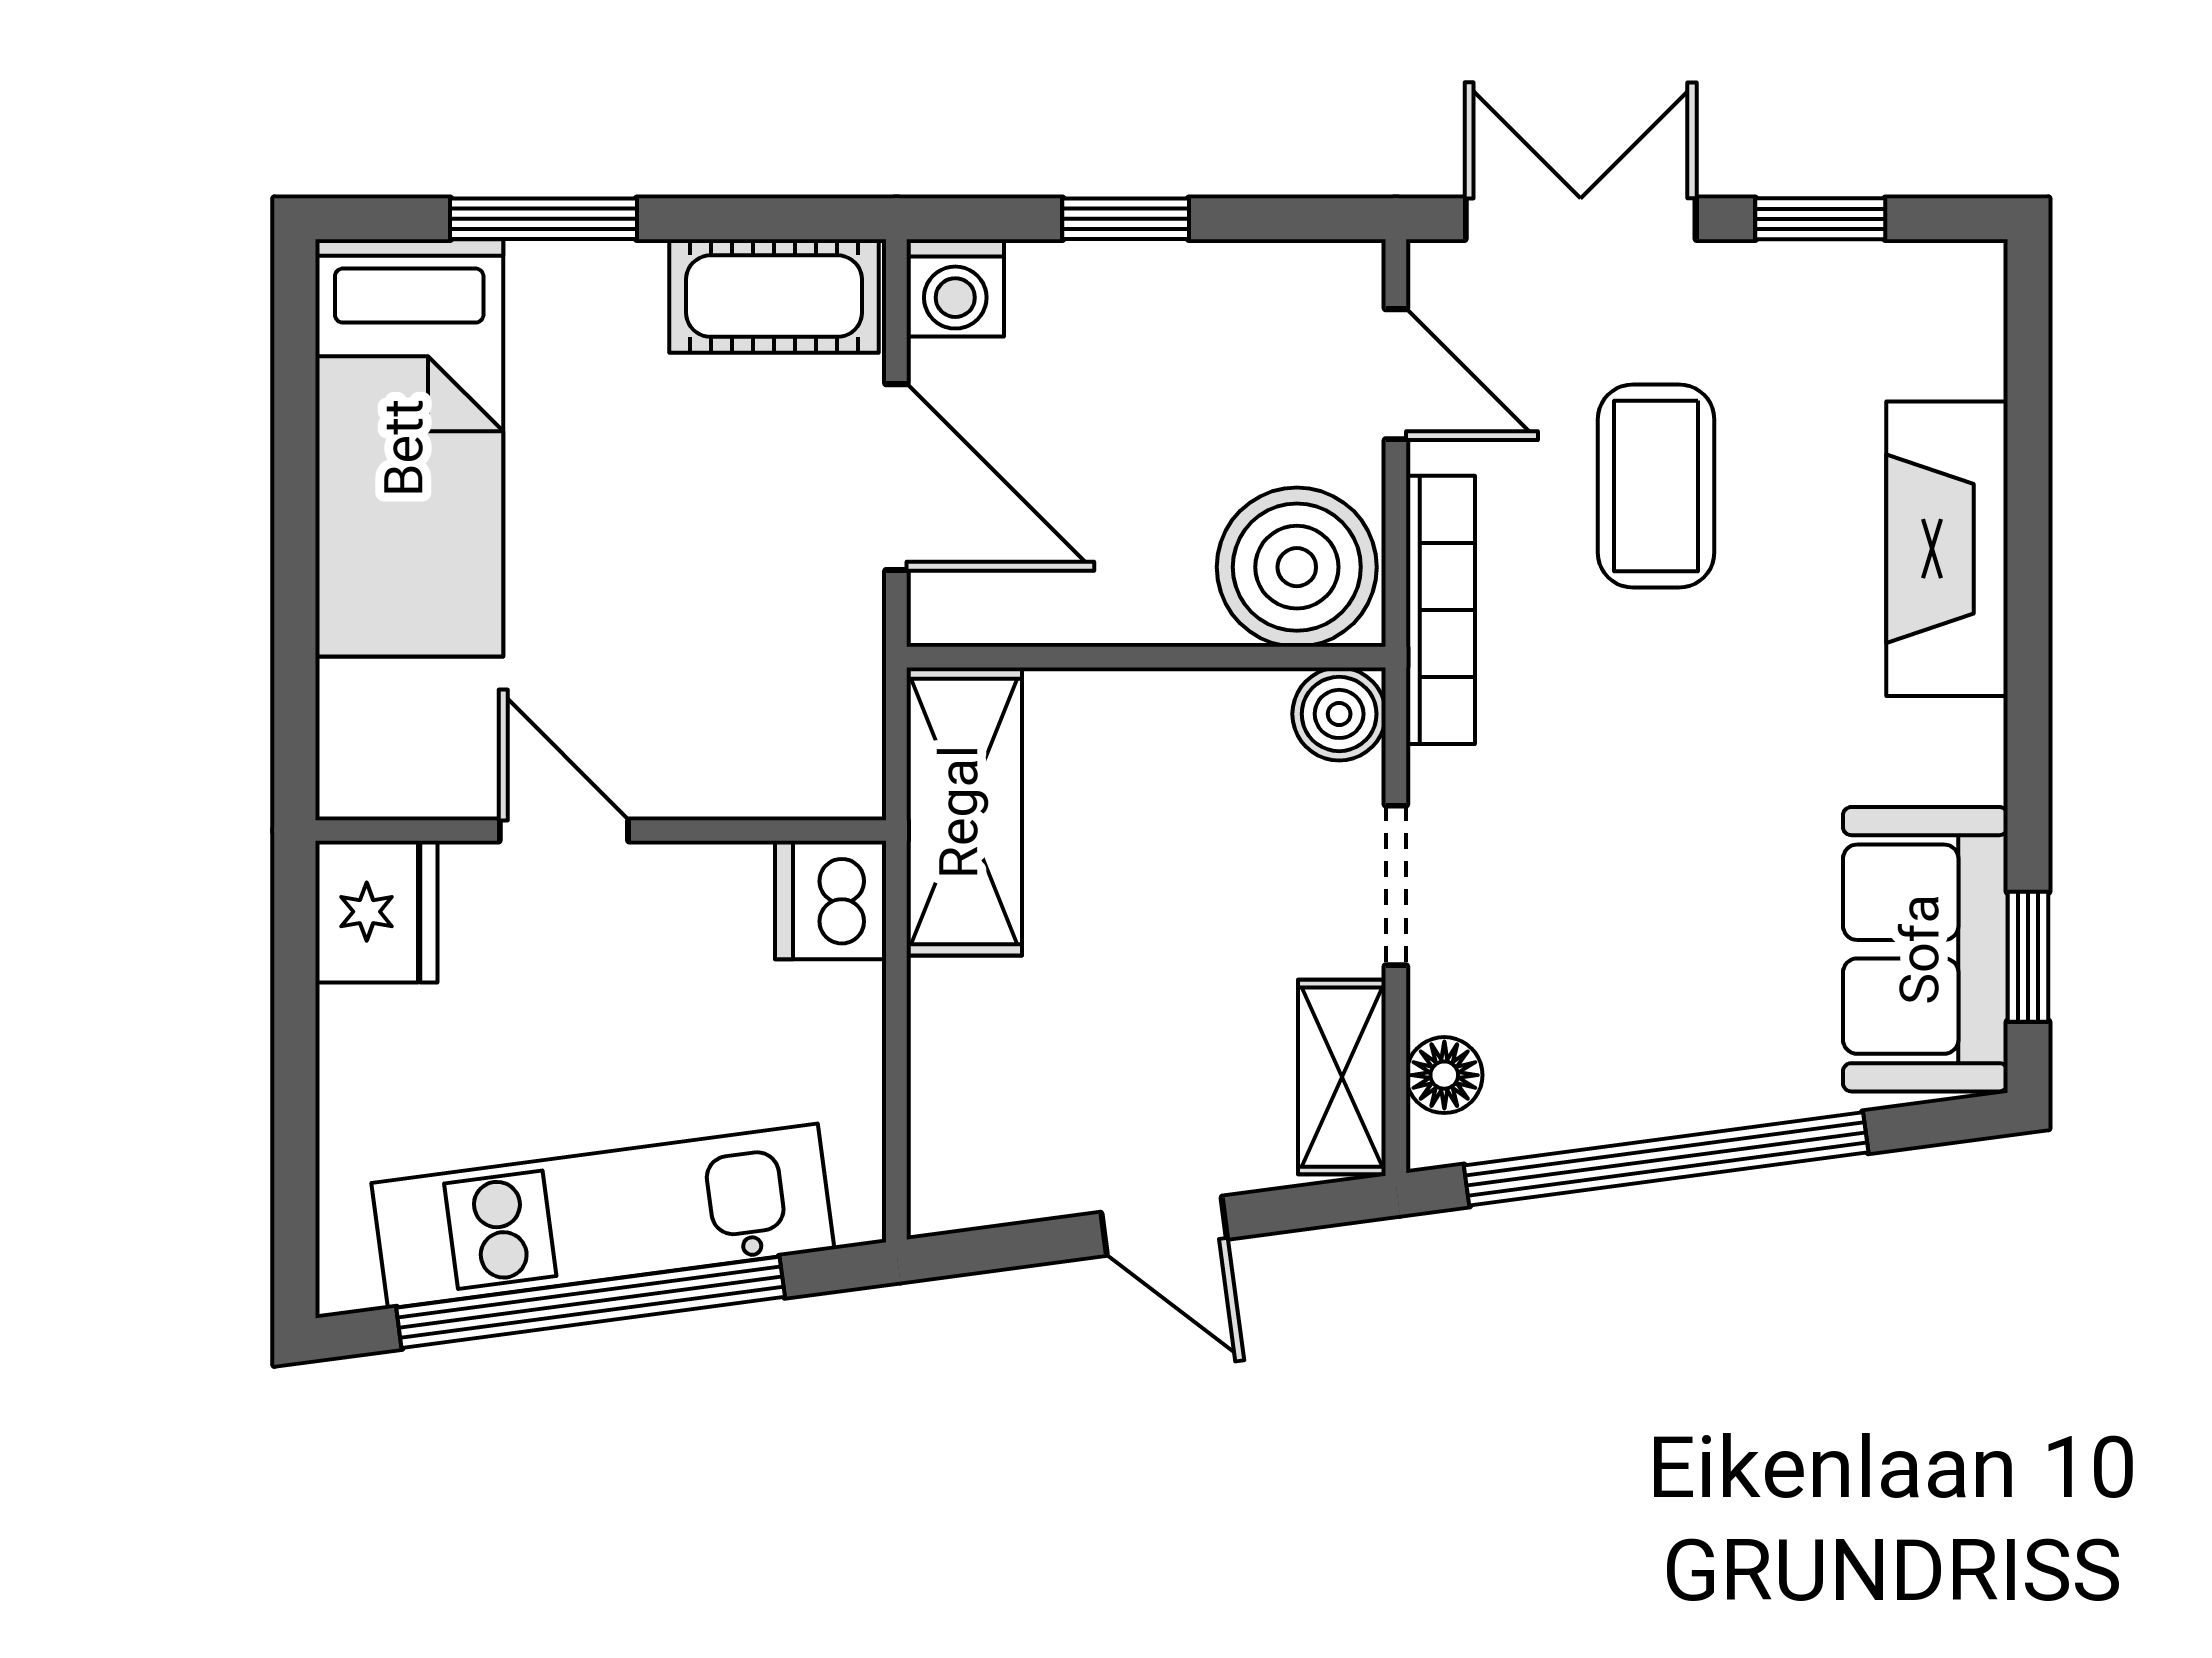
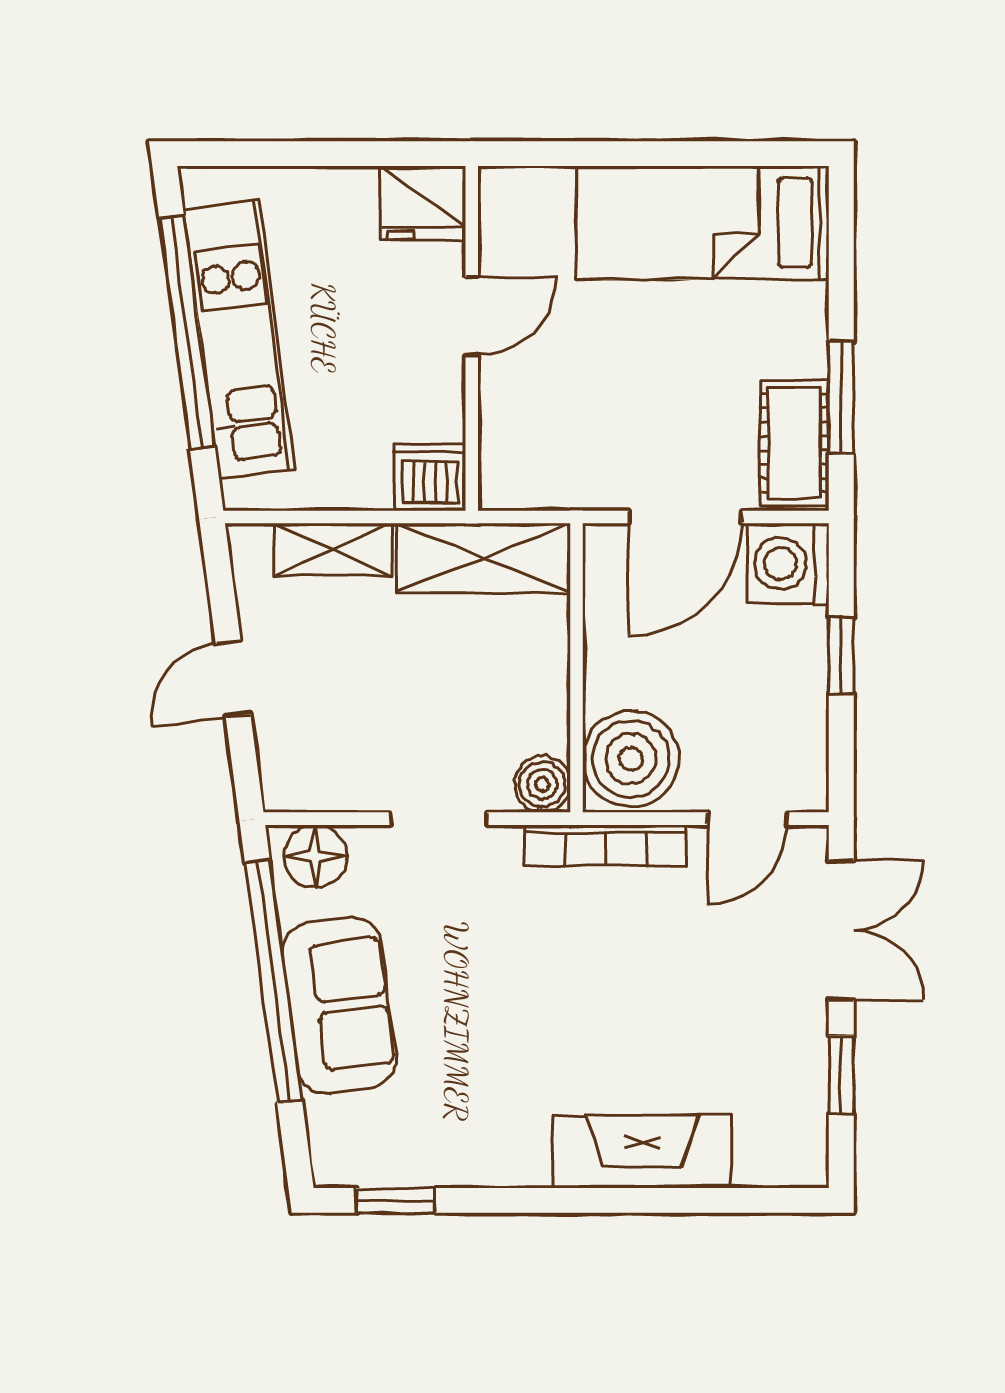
window: (543, 219) -> (841, 397), moved
washing machine: (955, 288) -> (788, 564), width x1.38, depth x1.38
coffee table: (1656, 486) -> (680, 976), removed
sofa: (1925, 949) -> (339, 1005), moved, turned 82
floor lamp: (1444, 1075) -> (316, 856), width x1.37, depth x1.37
shelving: (1342, 1077) -> (332, 550), moved

